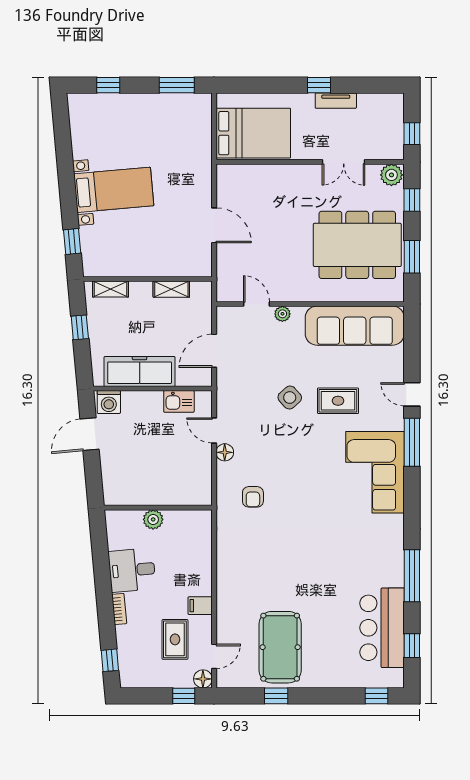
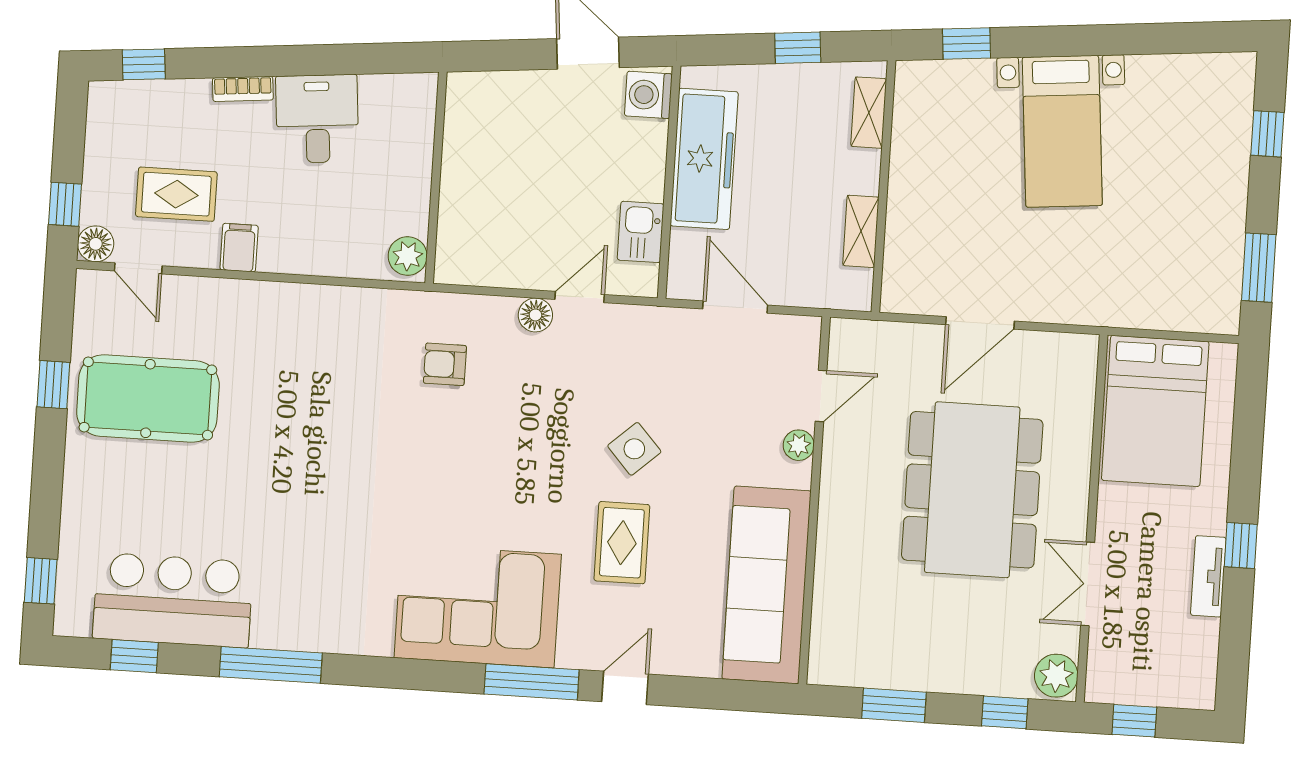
dining table: (357, 245) -> (972, 490), moved
plant: (153, 519) -> (408, 256), moved

